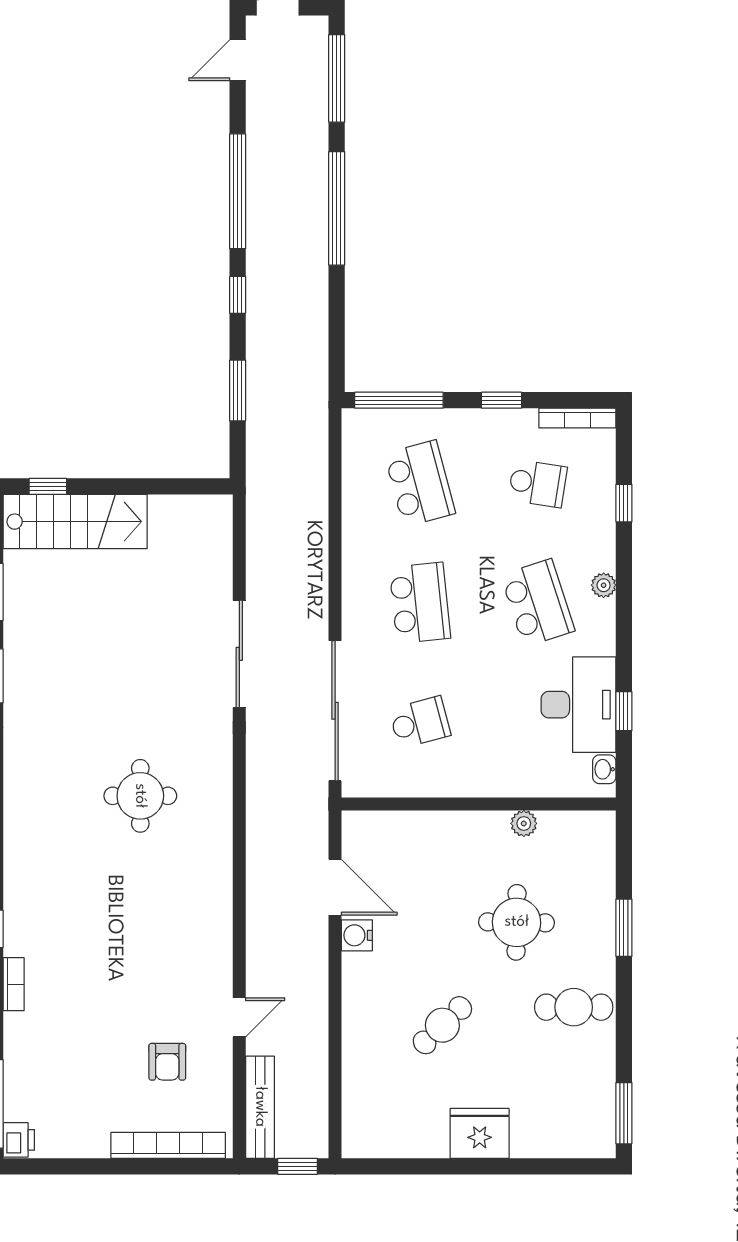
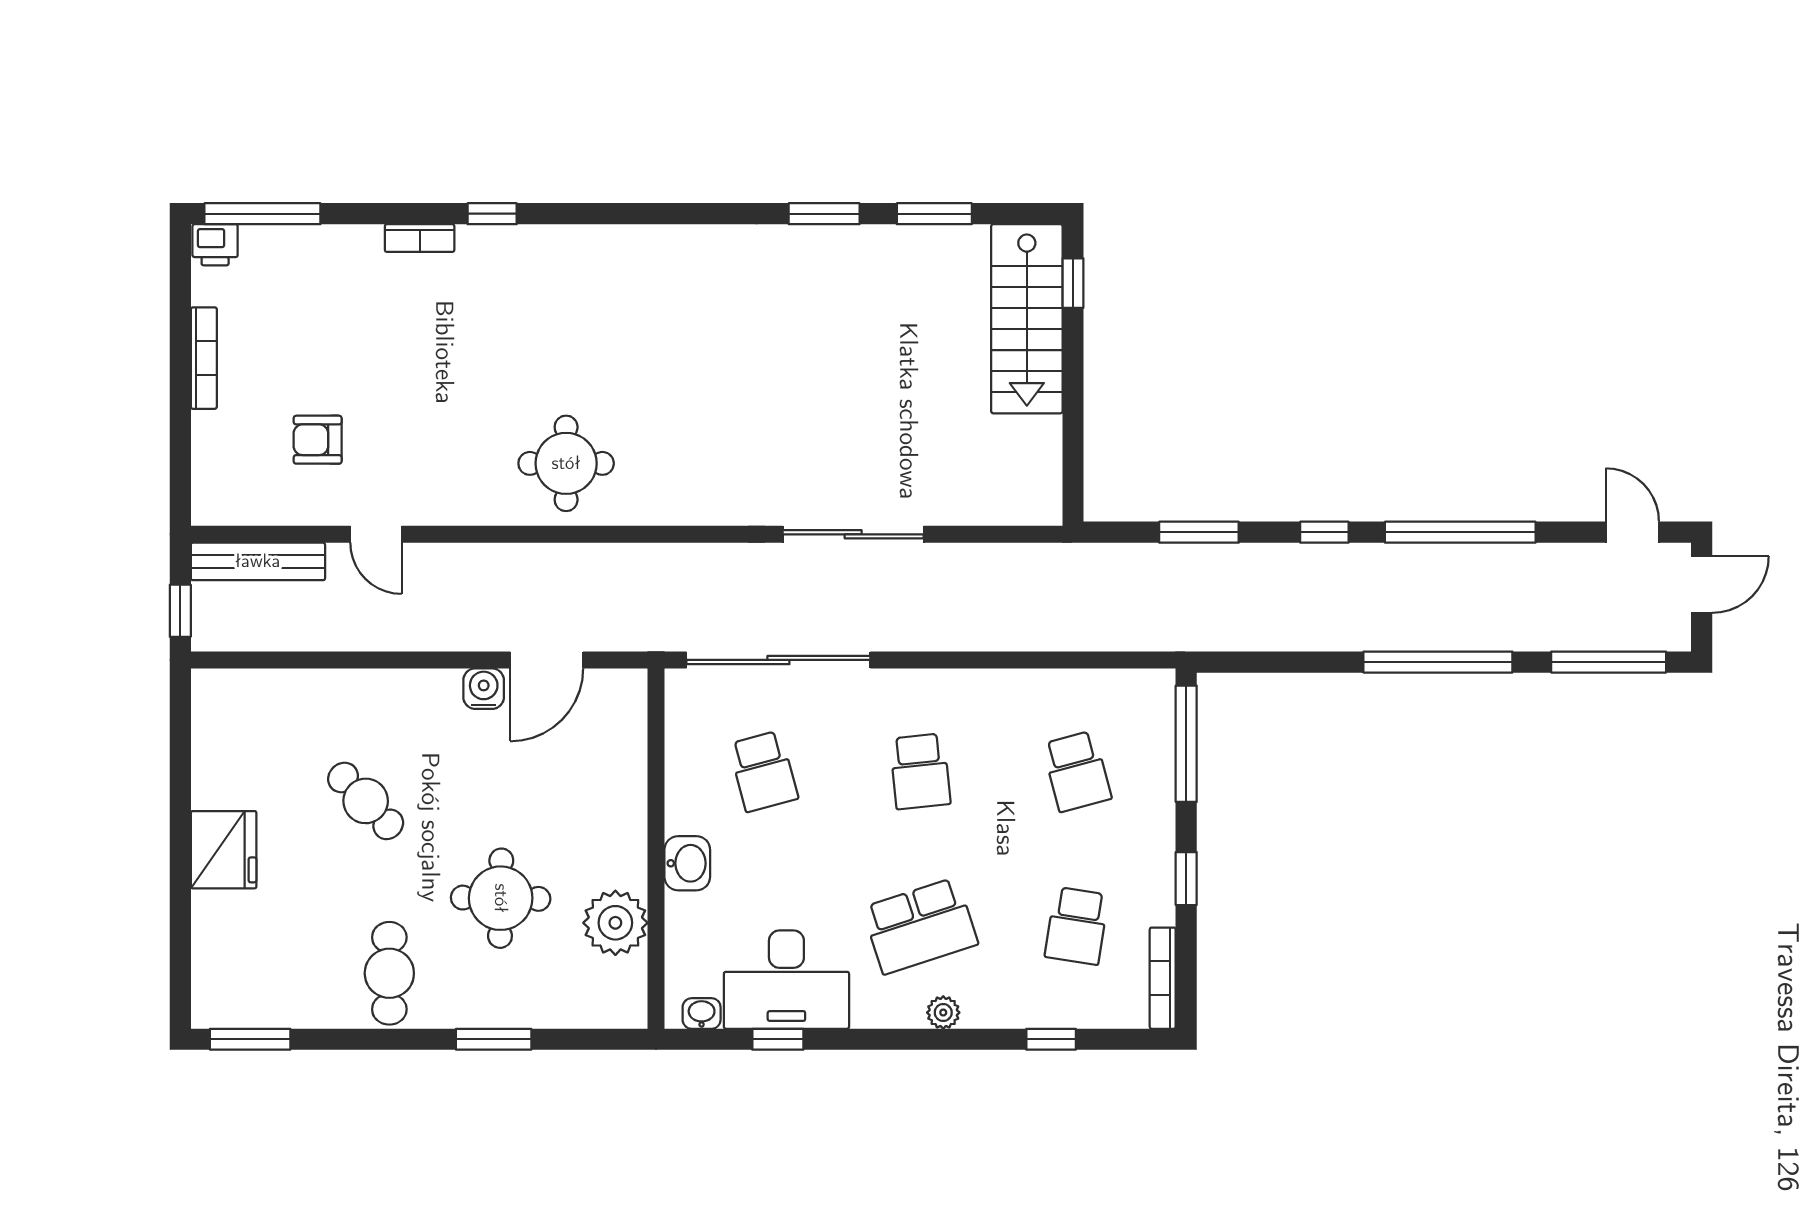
school desk: (420, 483) -> (1077, 771), width x0.54
school desk: (420, 603) -> (920, 771), width x0.54
washbasin: (490, 780) -> (687, 863), added
round table: (140, 796) -> (566, 463), moved
plant: (524, 823) -> (615, 923), width x1.87, depth x1.87
bookcase: (168, 1145) -> (204, 358), moved, width x0.68, depth x0.76

